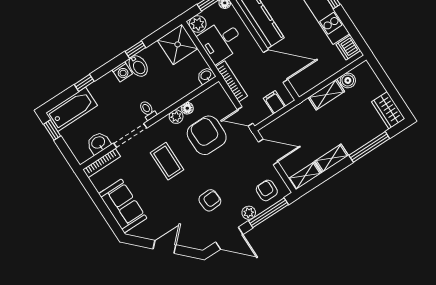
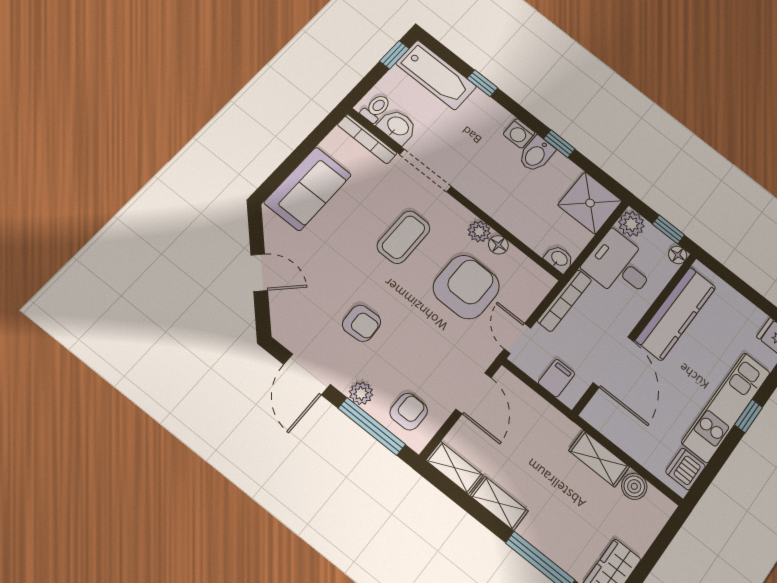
toilet: (148, 110) -> (376, 108), moved

